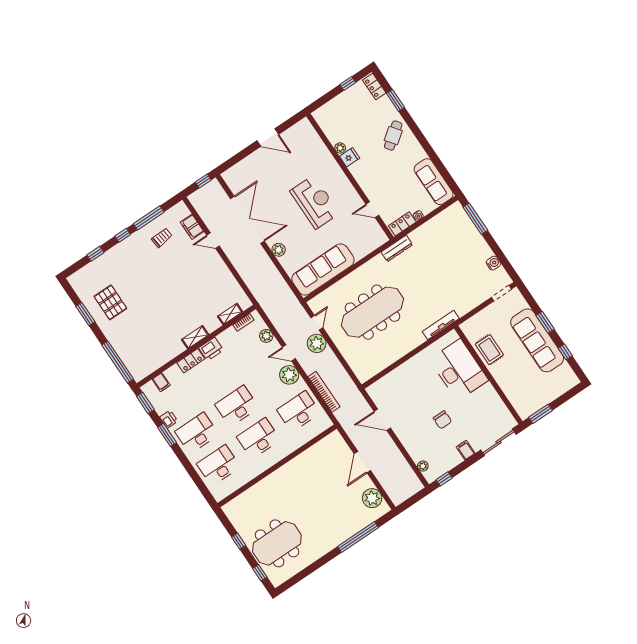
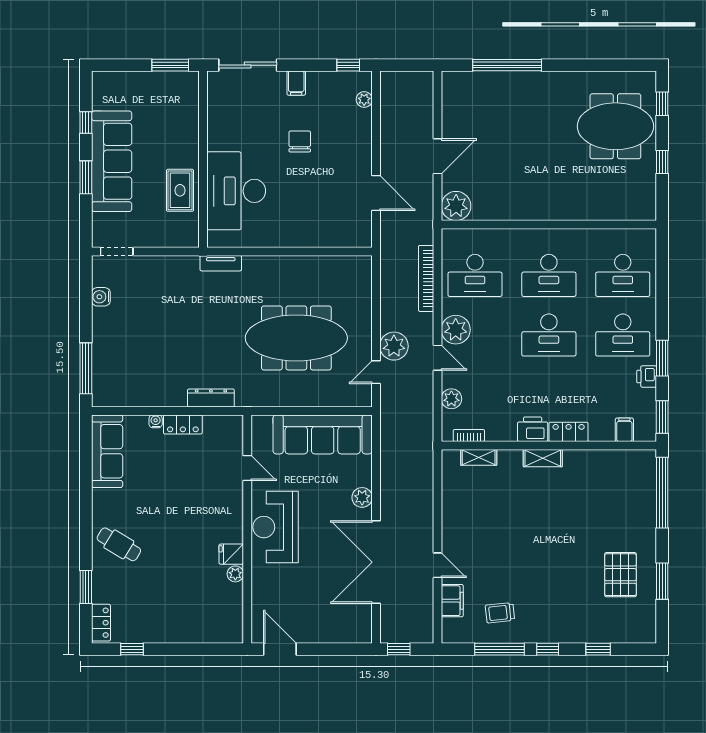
cafe table: (393, 135) -> (119, 544), turned 68
plant: (340, 148) -> (235, 574), moved
fridge: (350, 157) -> (231, 554), moved
wall: (350, 177) -> (247, 529), moved
door: (372, 210) -> (247, 468), moved
tv unit: (441, 325) -> (221, 263), width x0.71
plant: (372, 498) -> (456, 206), moved

